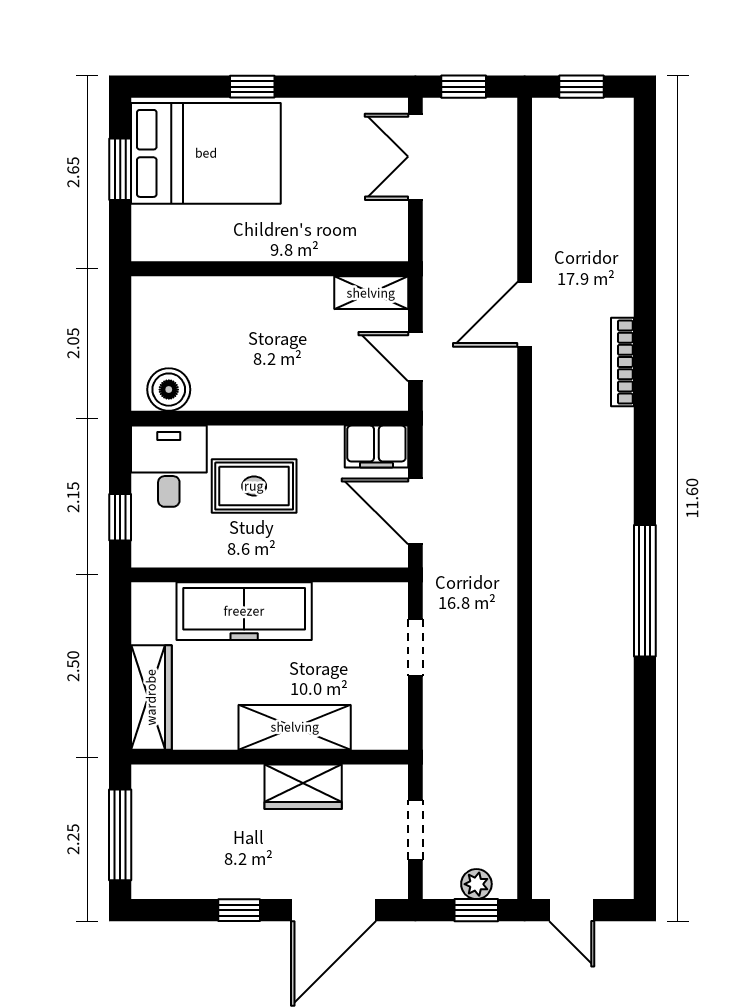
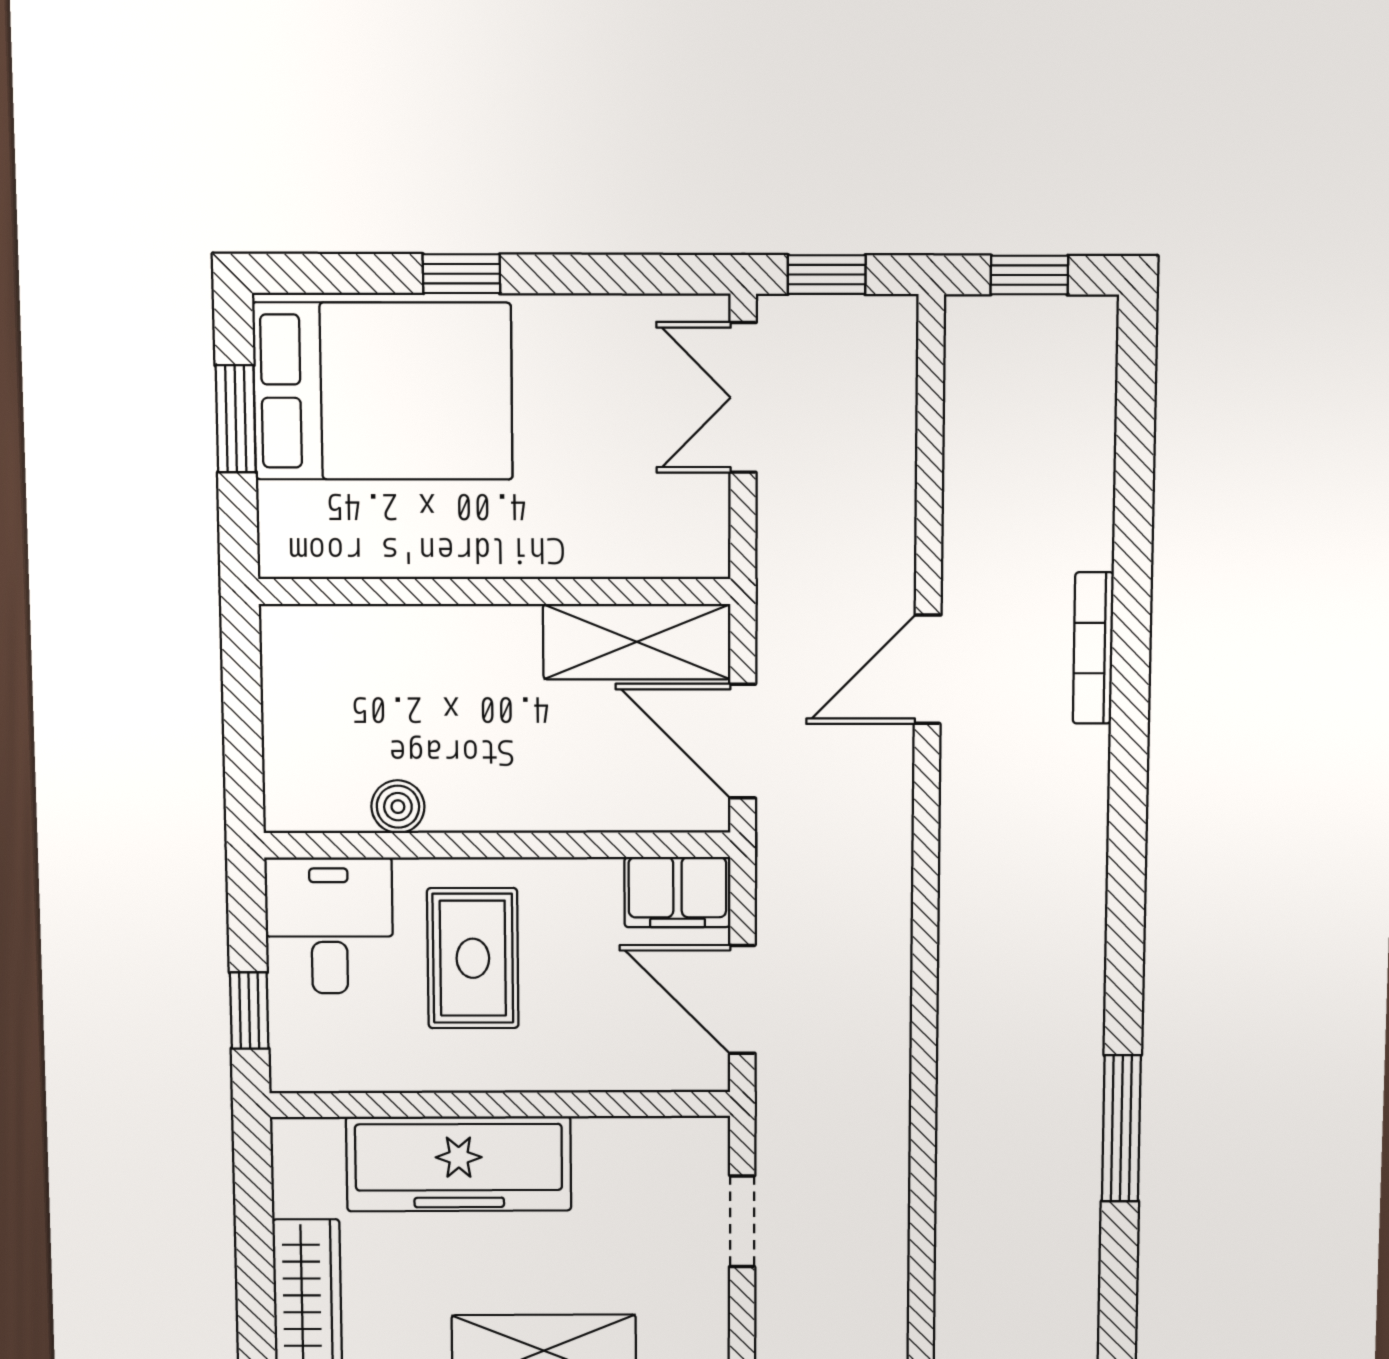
shelving: (371, 293) -> (637, 642), width x1.50, depth x1.33
door: (415, 357) -> (743, 741), width x1.38
bookcase: (623, 362) -> (1093, 648), moved
boiler: (169, 390) -> (398, 807), moved, width x0.73, depth x0.73
rug: (254, 486) -> (473, 958), turned 90
window: (645, 591) -> (1121, 1128), width x0.68

